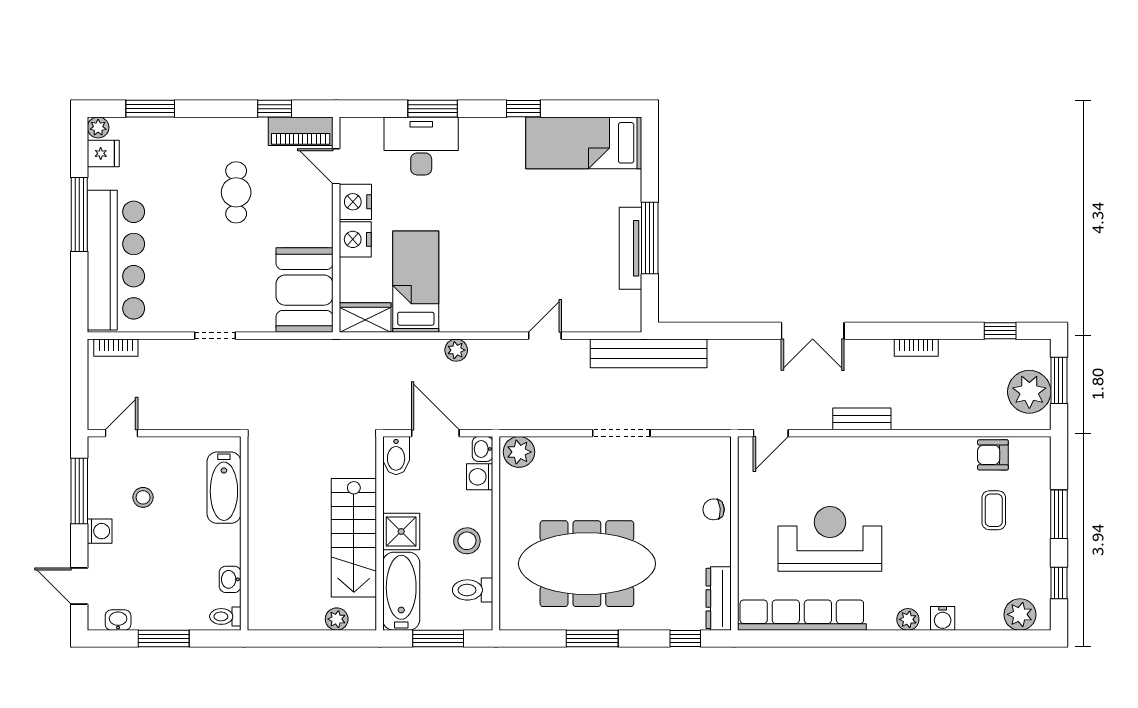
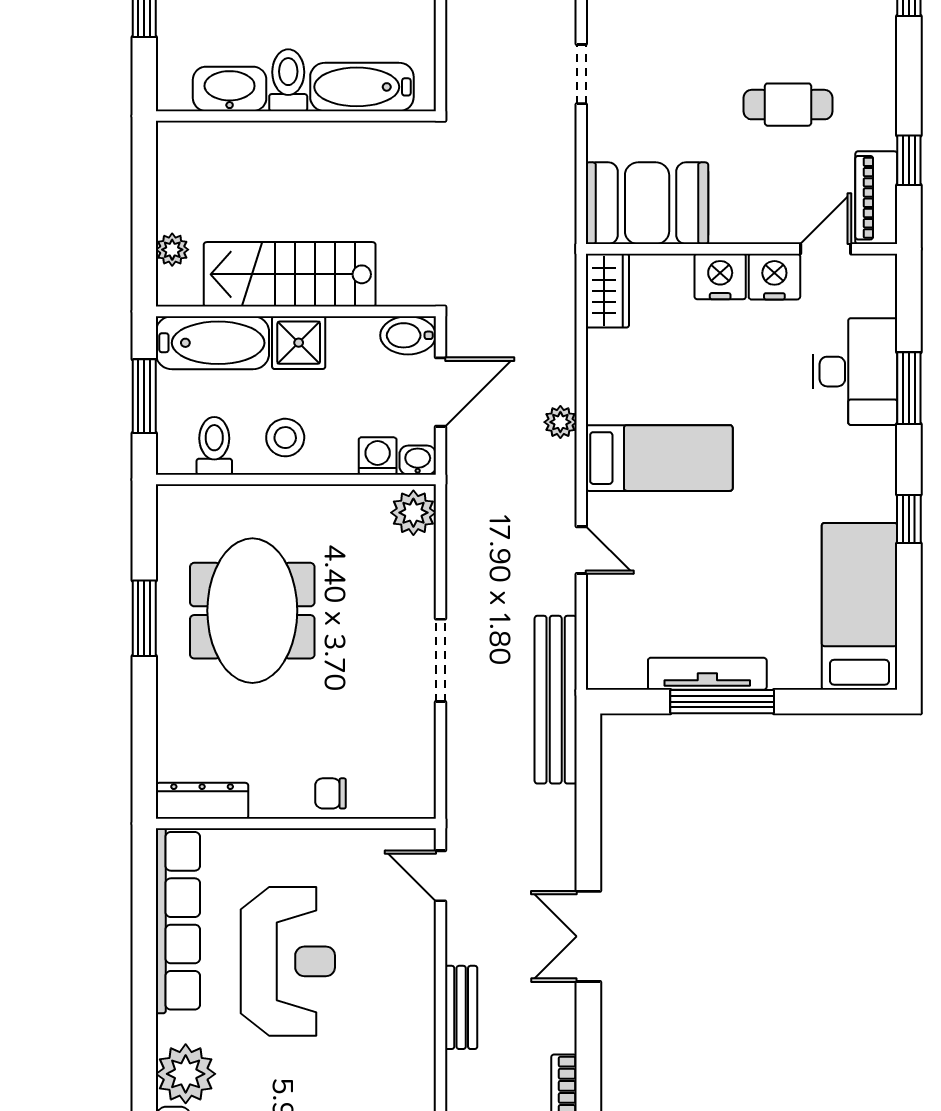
bed: (416, 282) -> (659, 458), moved
chair: (714, 509) -> (330, 793), turned -86
meeting table: (587, 564) -> (252, 611), width x0.73
washbasin: (230, 579) -> (230, 89), width x1.91, depth x1.45
toilet: (225, 616) -> (288, 80), moved, width x1.37, depth x1.39
plant: (908, 619) -> (186, 1074), width x1.87, depth x1.87
window: (685, 639) -> (144, 753), removed

